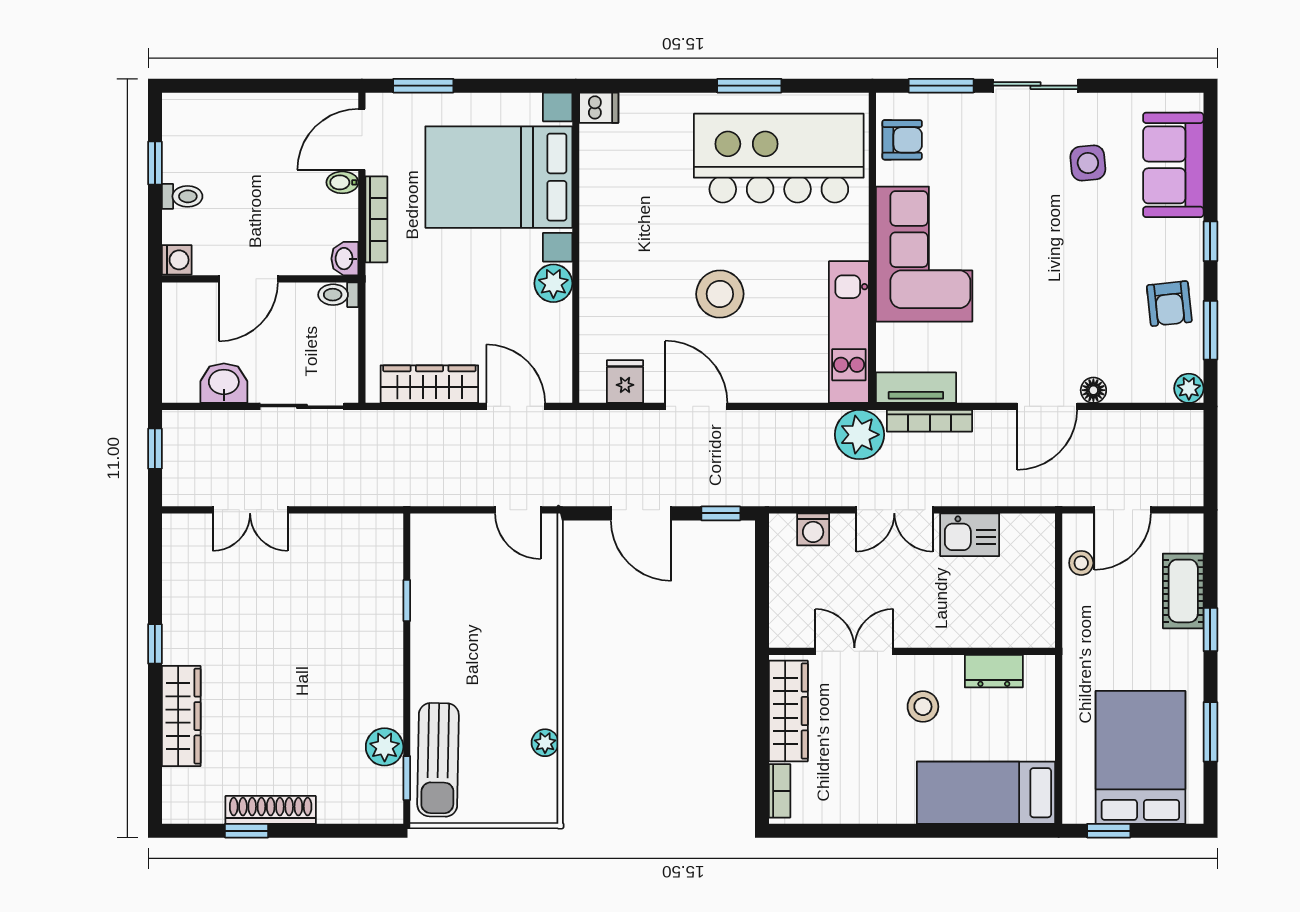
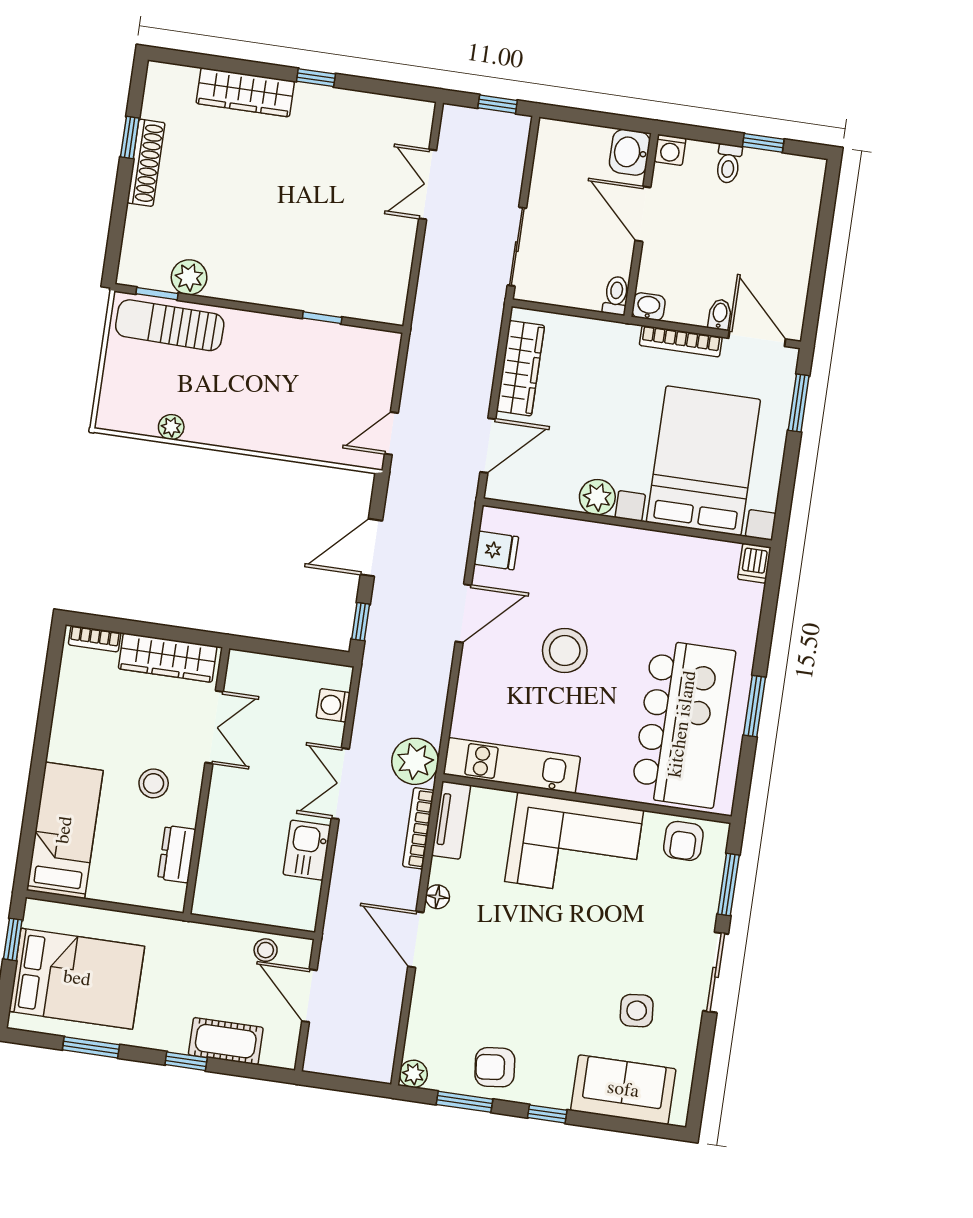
washbasin: (224, 383) -> (630, 152), moved, turned 180
floor lamp: (1093, 390) -> (437, 897), moved

